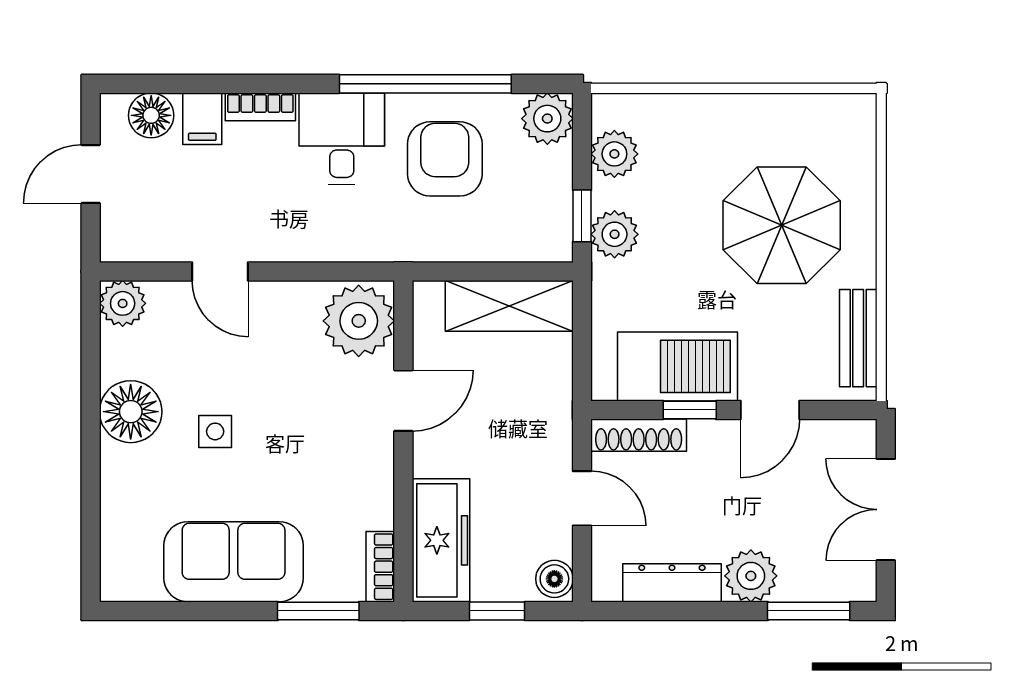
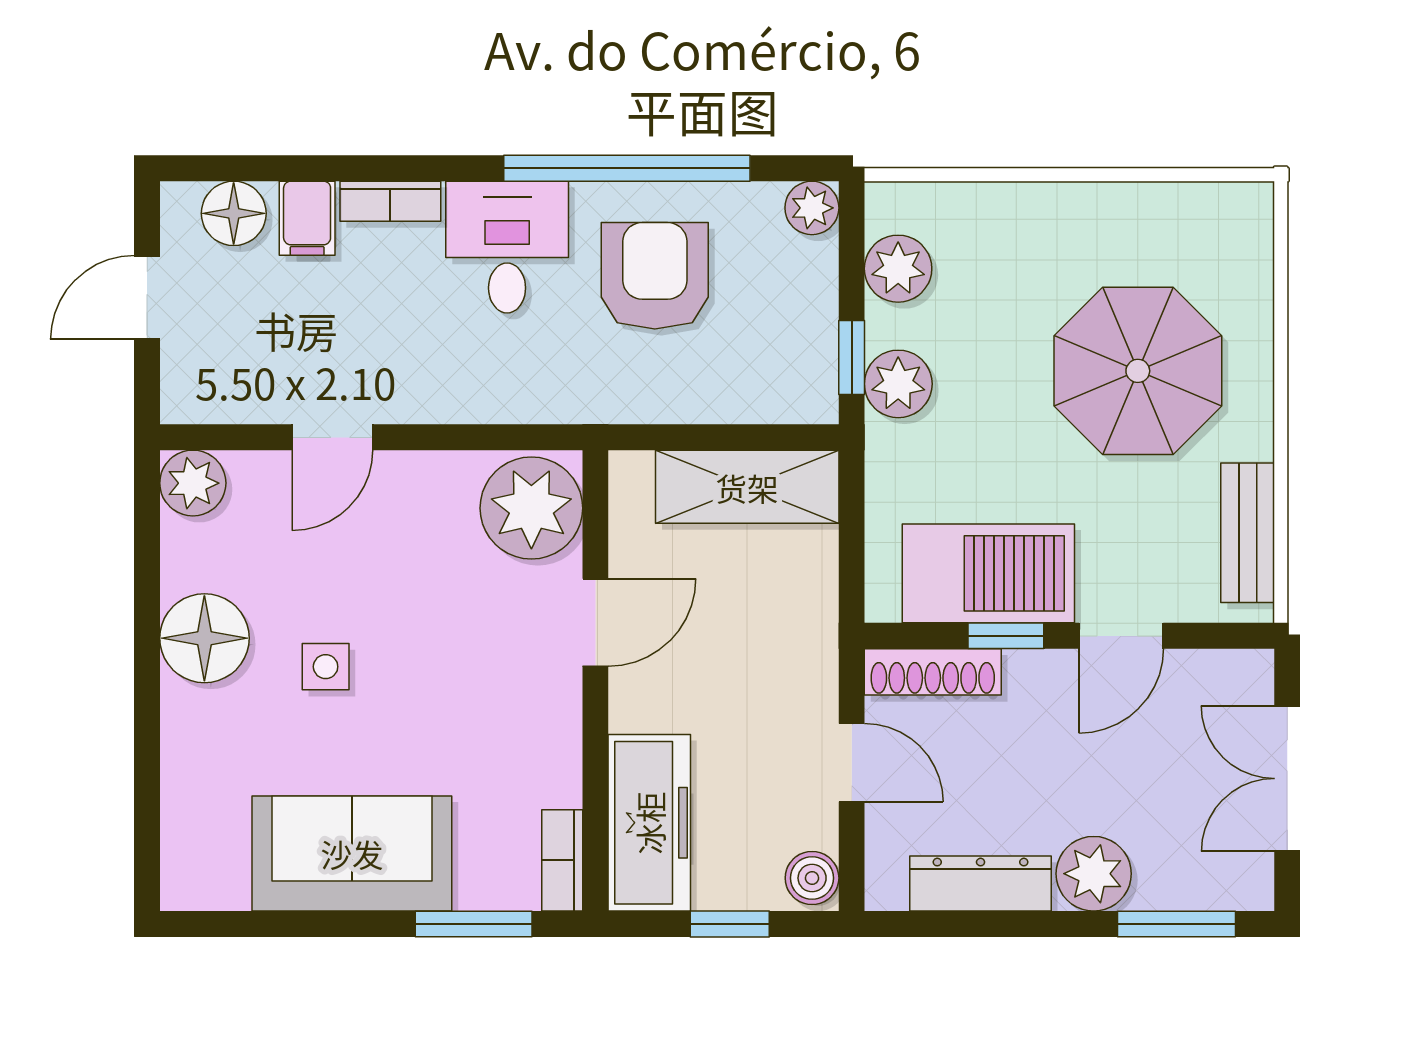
plant: (547, 119) -> (812, 208), width x0.73, depth x0.73
door: (220, 271) -> (332, 437), hinge flipped

